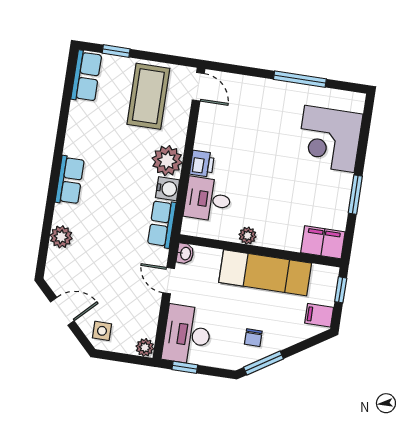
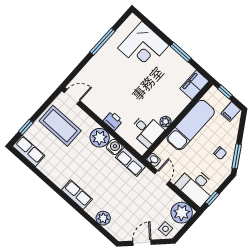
desk: (208, 199) -> (147, 130), moved, turned -90
door: (169, 281) -> (162, 177), swing flipped
plant: (145, 347) -> (182, 213), width x1.87, depth x1.87

